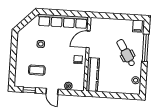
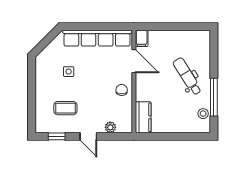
filing cabinet: (138, 26) -> (142, 38), moved
door: (88, 39) -> (134, 61), swing flipped
window: (145, 48) -> (214, 97), moved
kitchen counter: (93, 75) -> (143, 117), width x0.67

